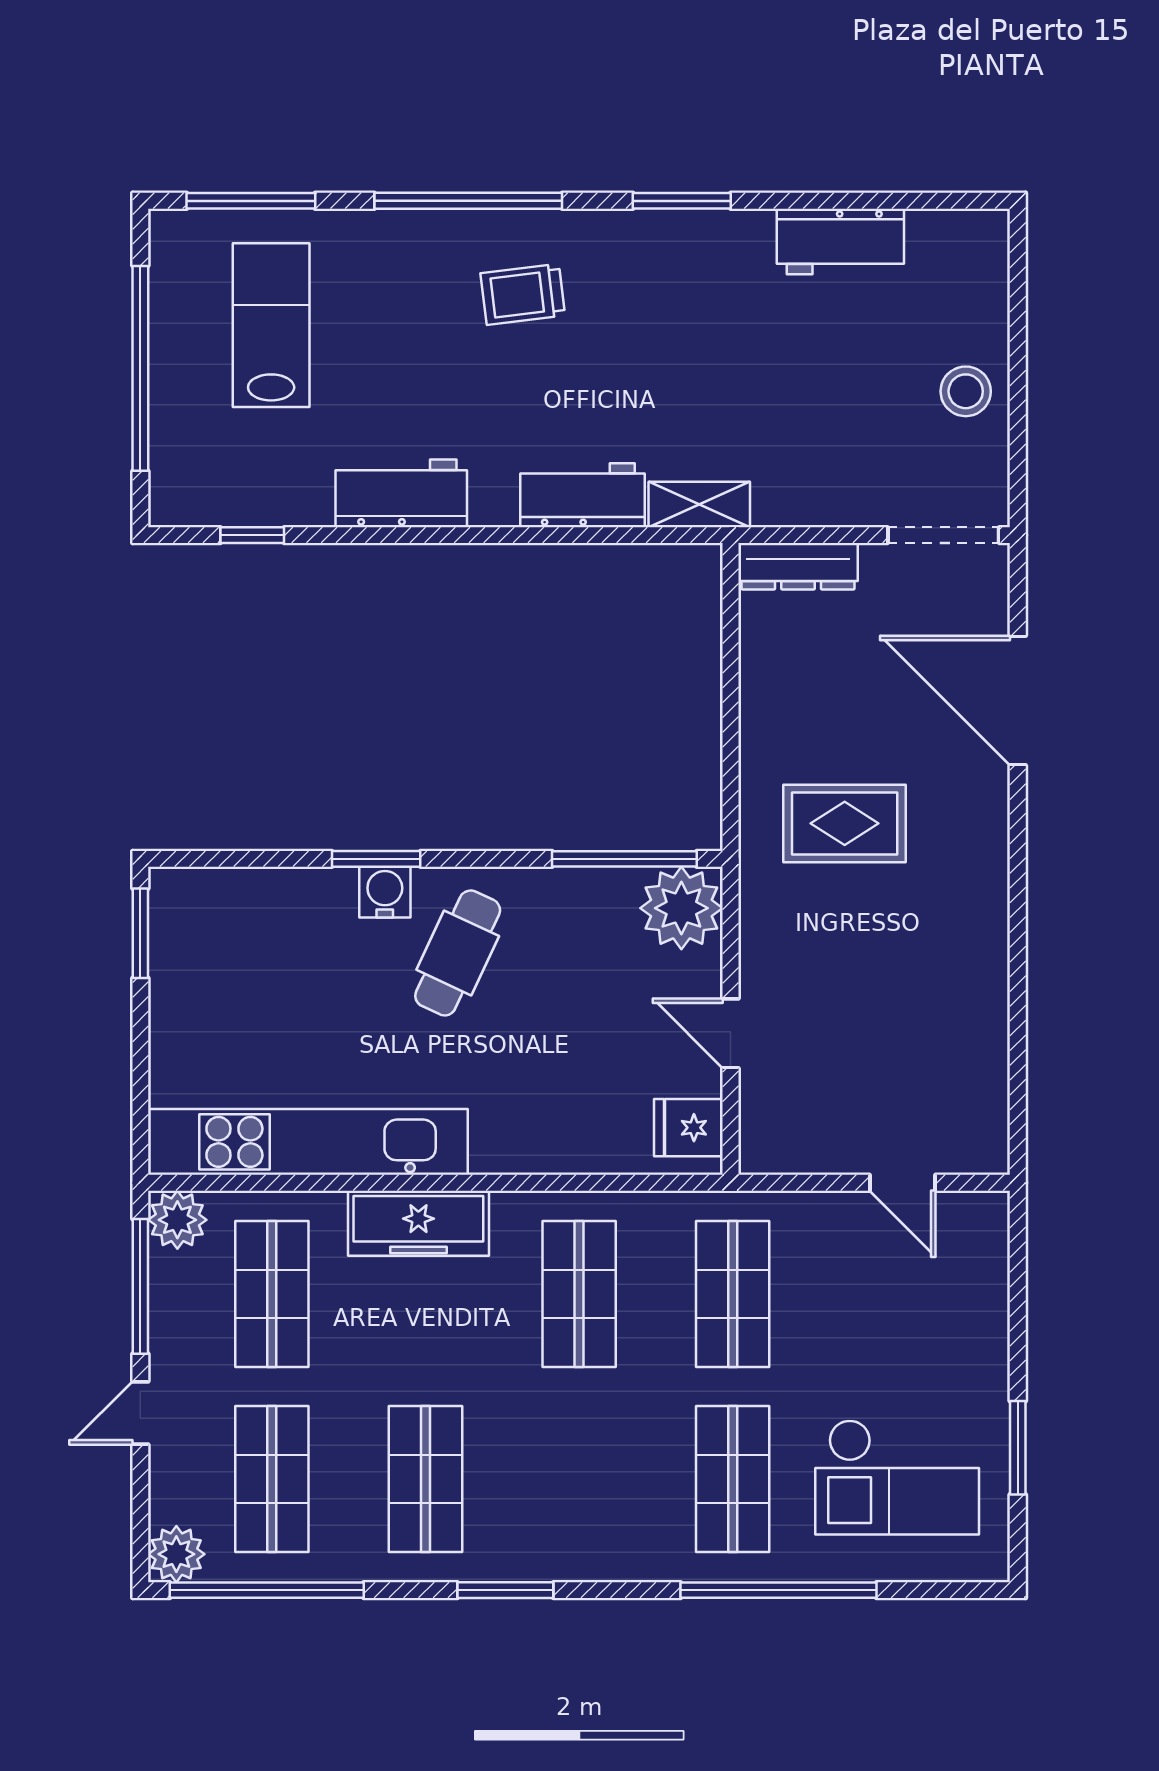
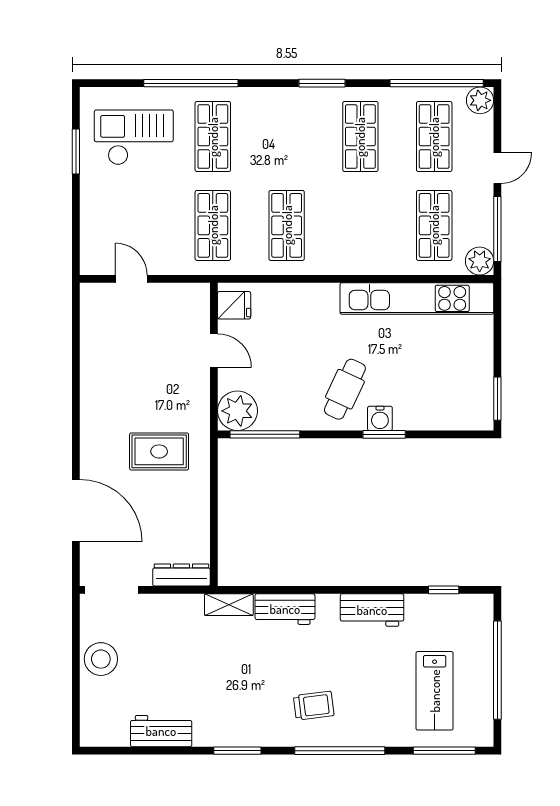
stool: (966, 391) -> (101, 659), width x1.38, depth x1.38
freezer: (418, 1223) -> (364, 259), removed

